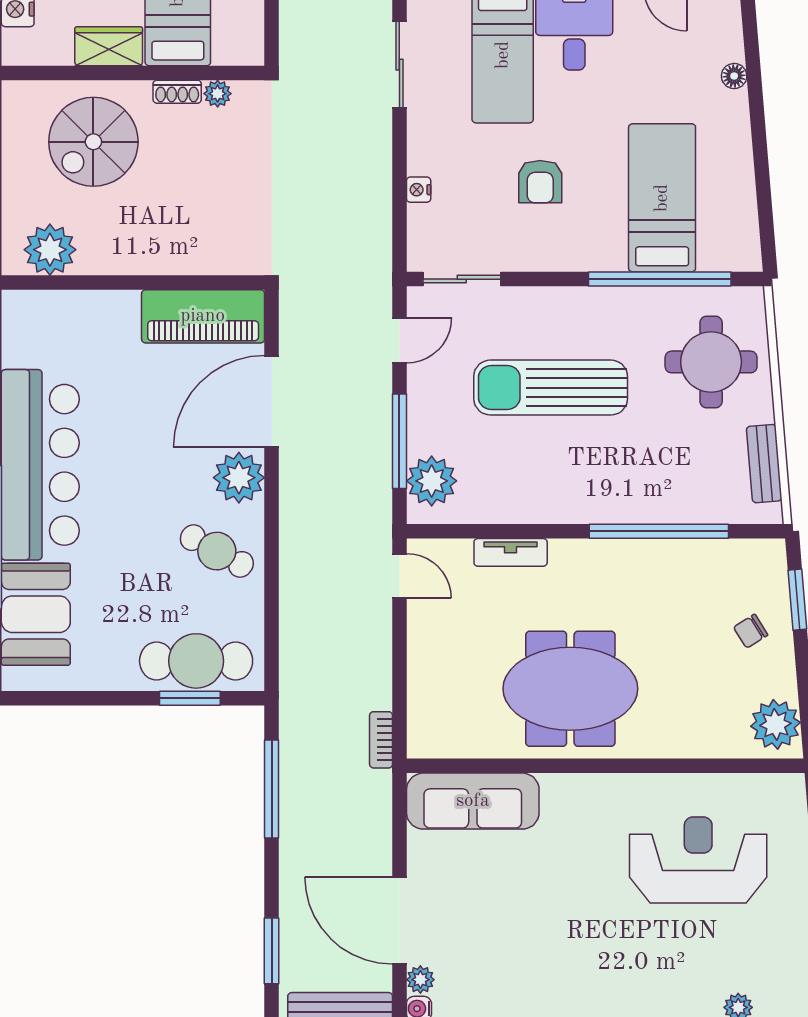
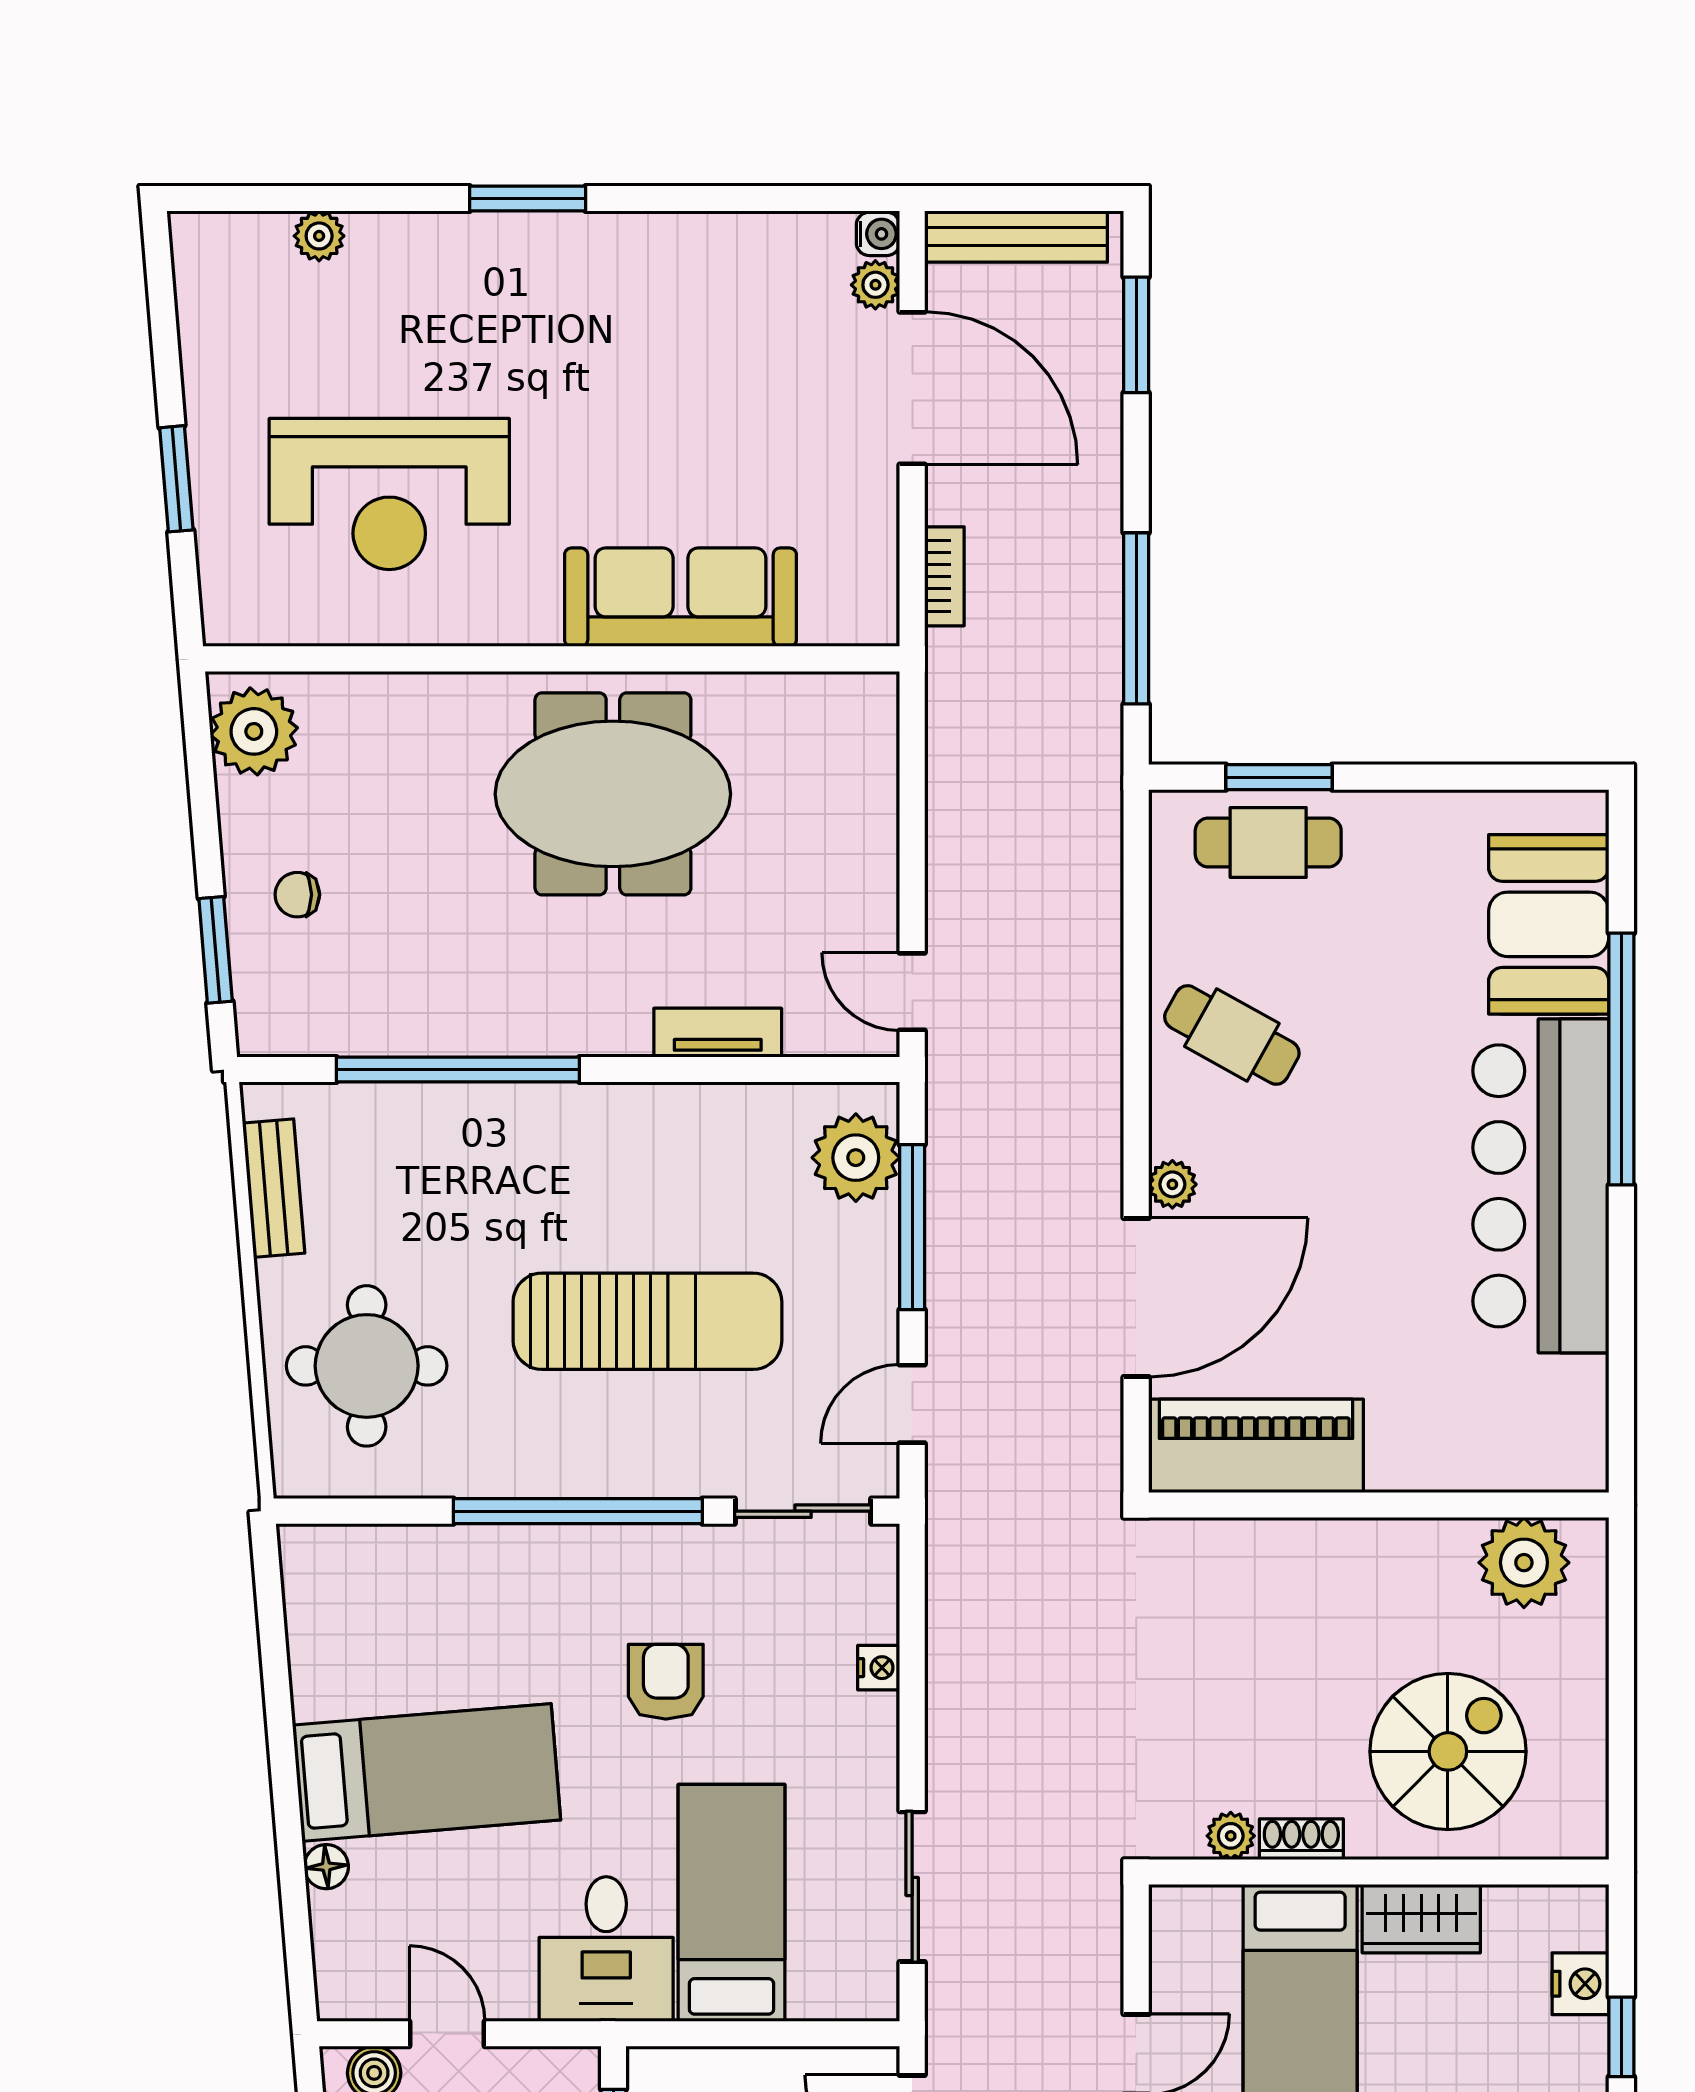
bed: (662, 198) -> (427, 1773), moved, turned -95
window: (660, 279) -> (578, 1511), moved
plant: (239, 478) -> (1172, 1184), width x0.53, depth x0.53
chair: (751, 631) -> (297, 895), turned -148
cafe table: (196, 661) -> (1268, 842), width x0.73, depth x0.74
bookcase: (381, 740) -> (944, 576), moved
sofa: (473, 801) -> (680, 597), moved

